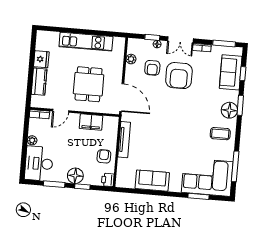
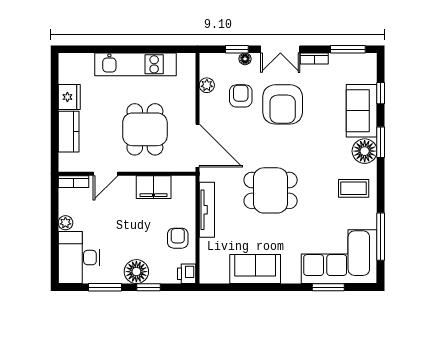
armchair: (152, 68) -> (241, 96), turned 180
sofa: (231, 72) -> (362, 111), moved
dining table: (166, 131) -> (271, 190), added

